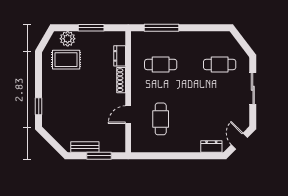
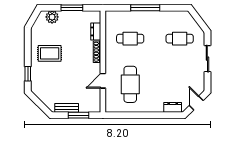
window: (162, 28) -> (145, 8), moved
rug: (66, 60) -> (50, 53), moved
cafe table: (161, 119) -> (130, 84), width x1.37, depth x1.35

